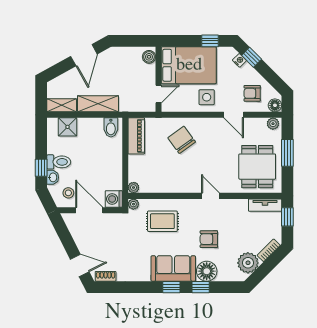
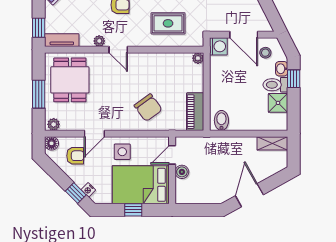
window: (210, 41) -> (133, 210), moved
boiler: (149, 57) -> (182, 172), moved
shelving: (98, 104) -> (235, 145), removed
door: (234, 115) -> (94, 134), swing flipped
shower: (68, 127) -> (278, 103), moved
plant: (133, 204) -> (99, 41), moved

